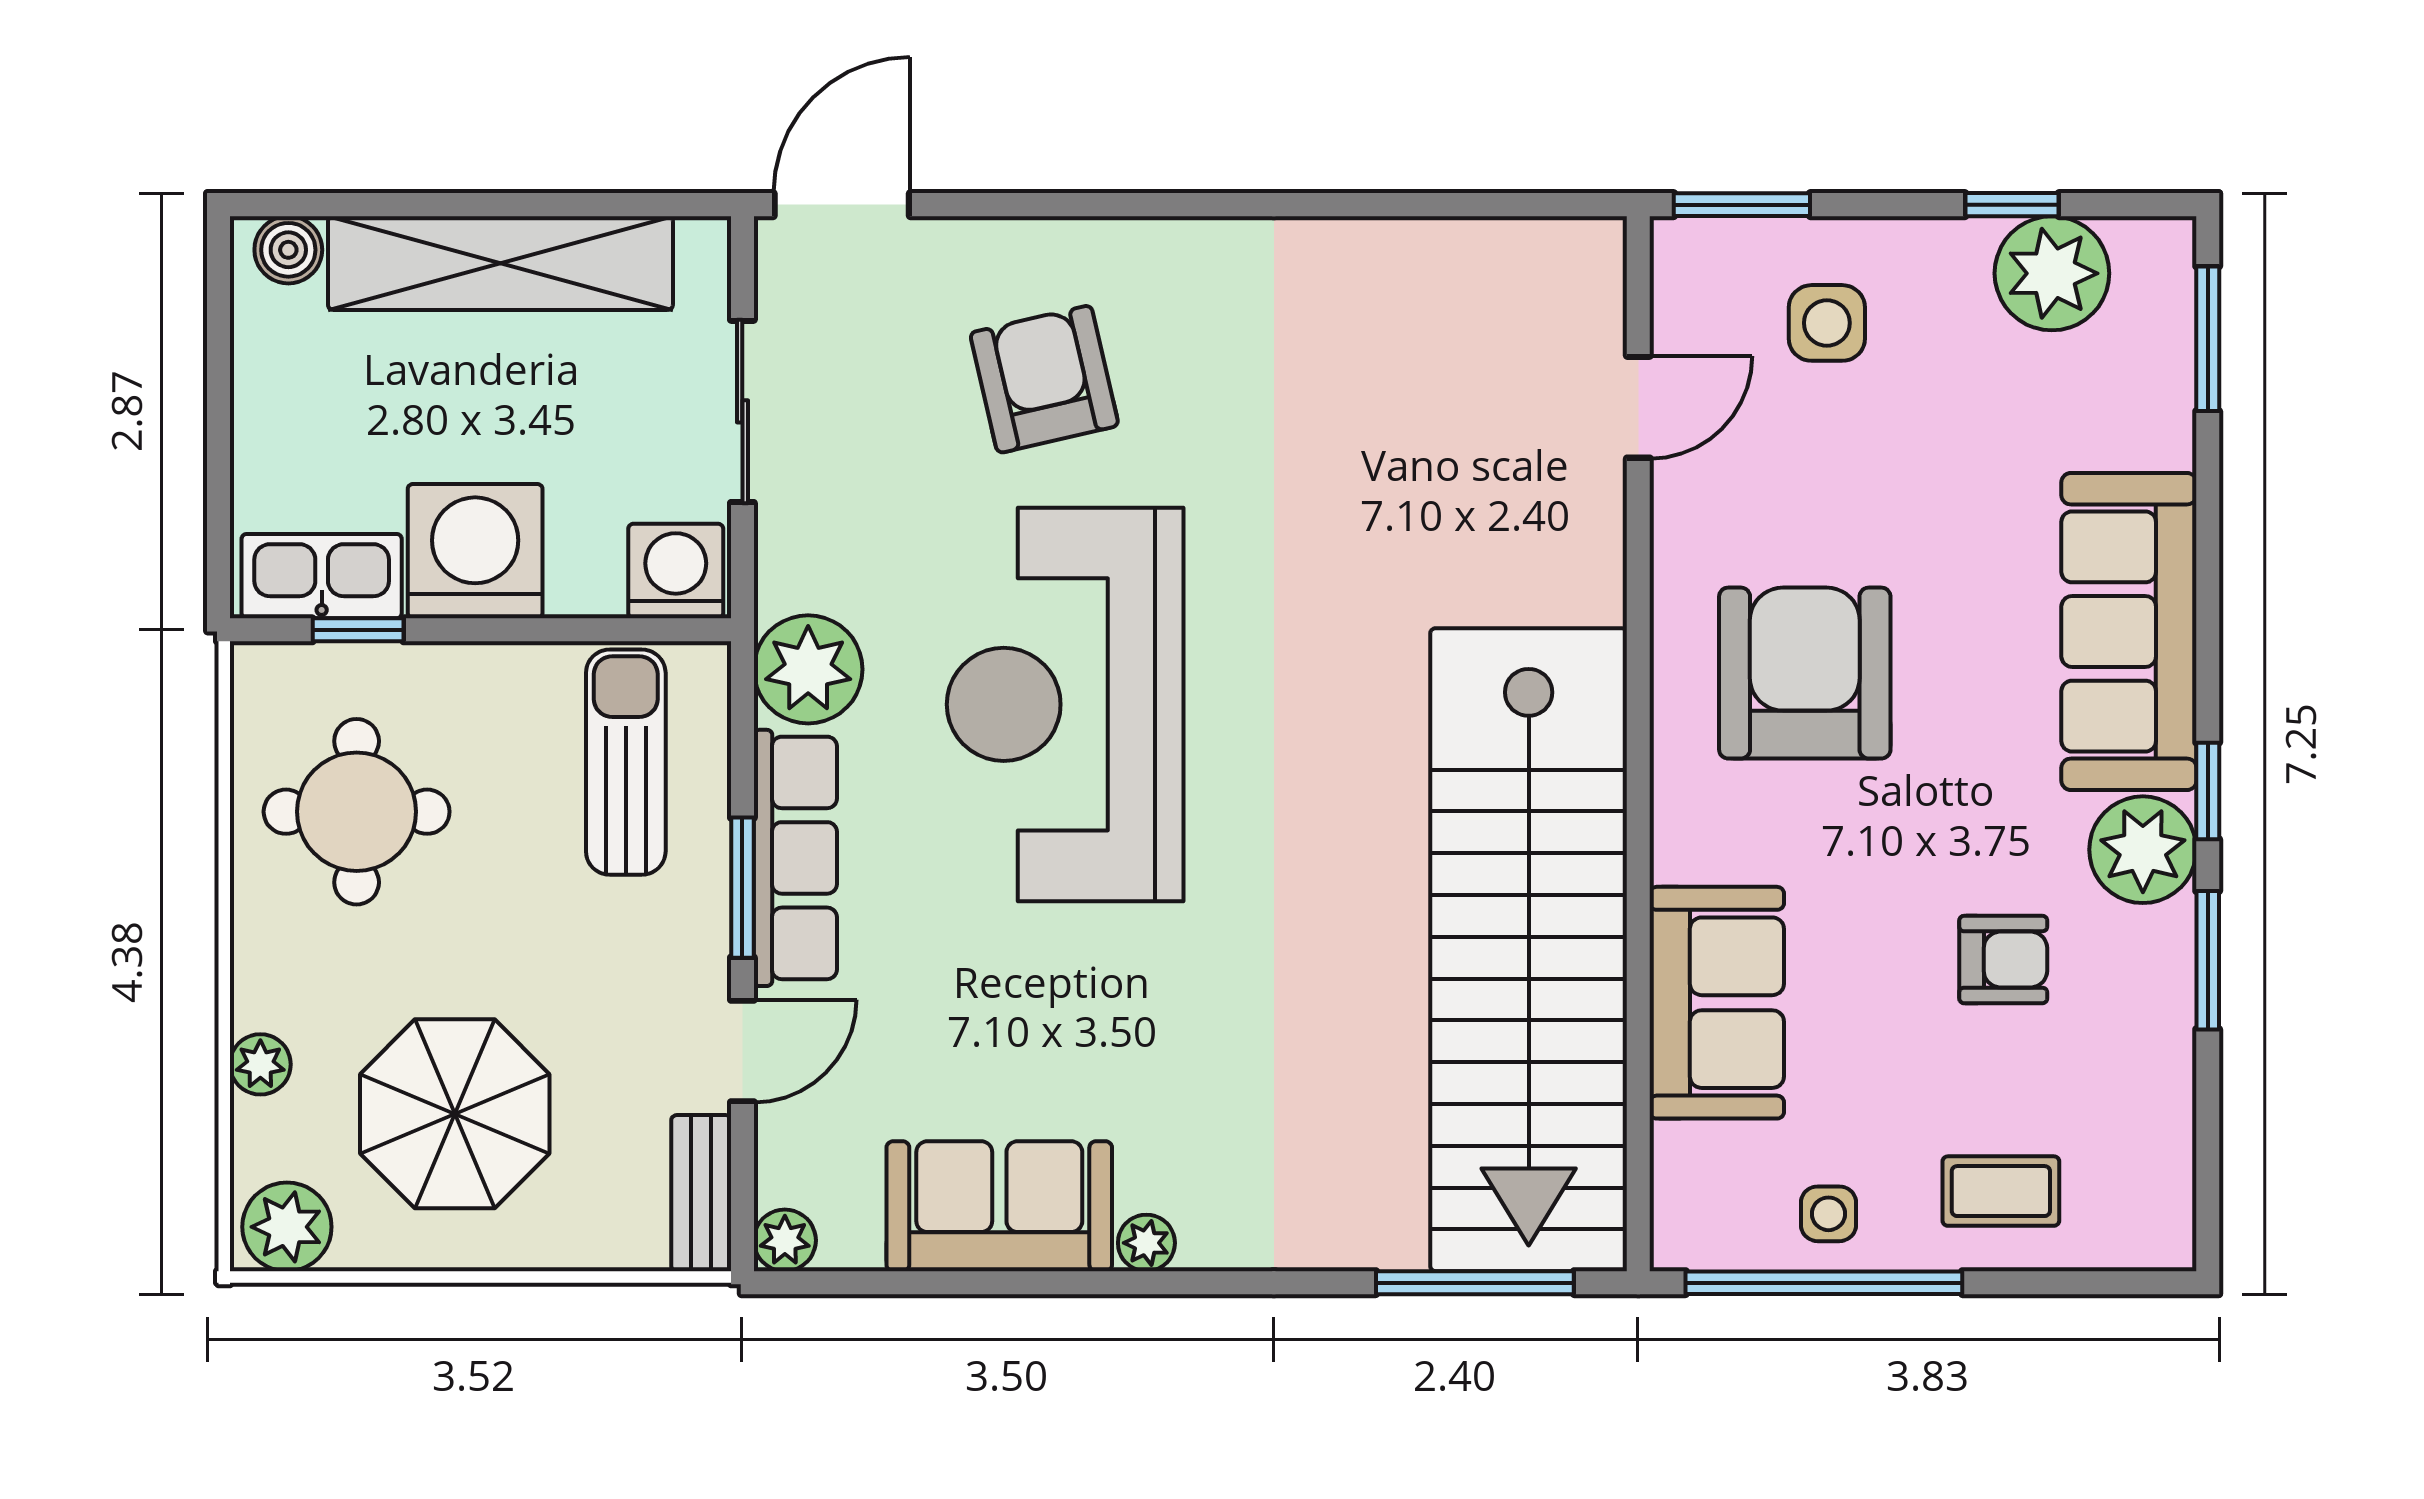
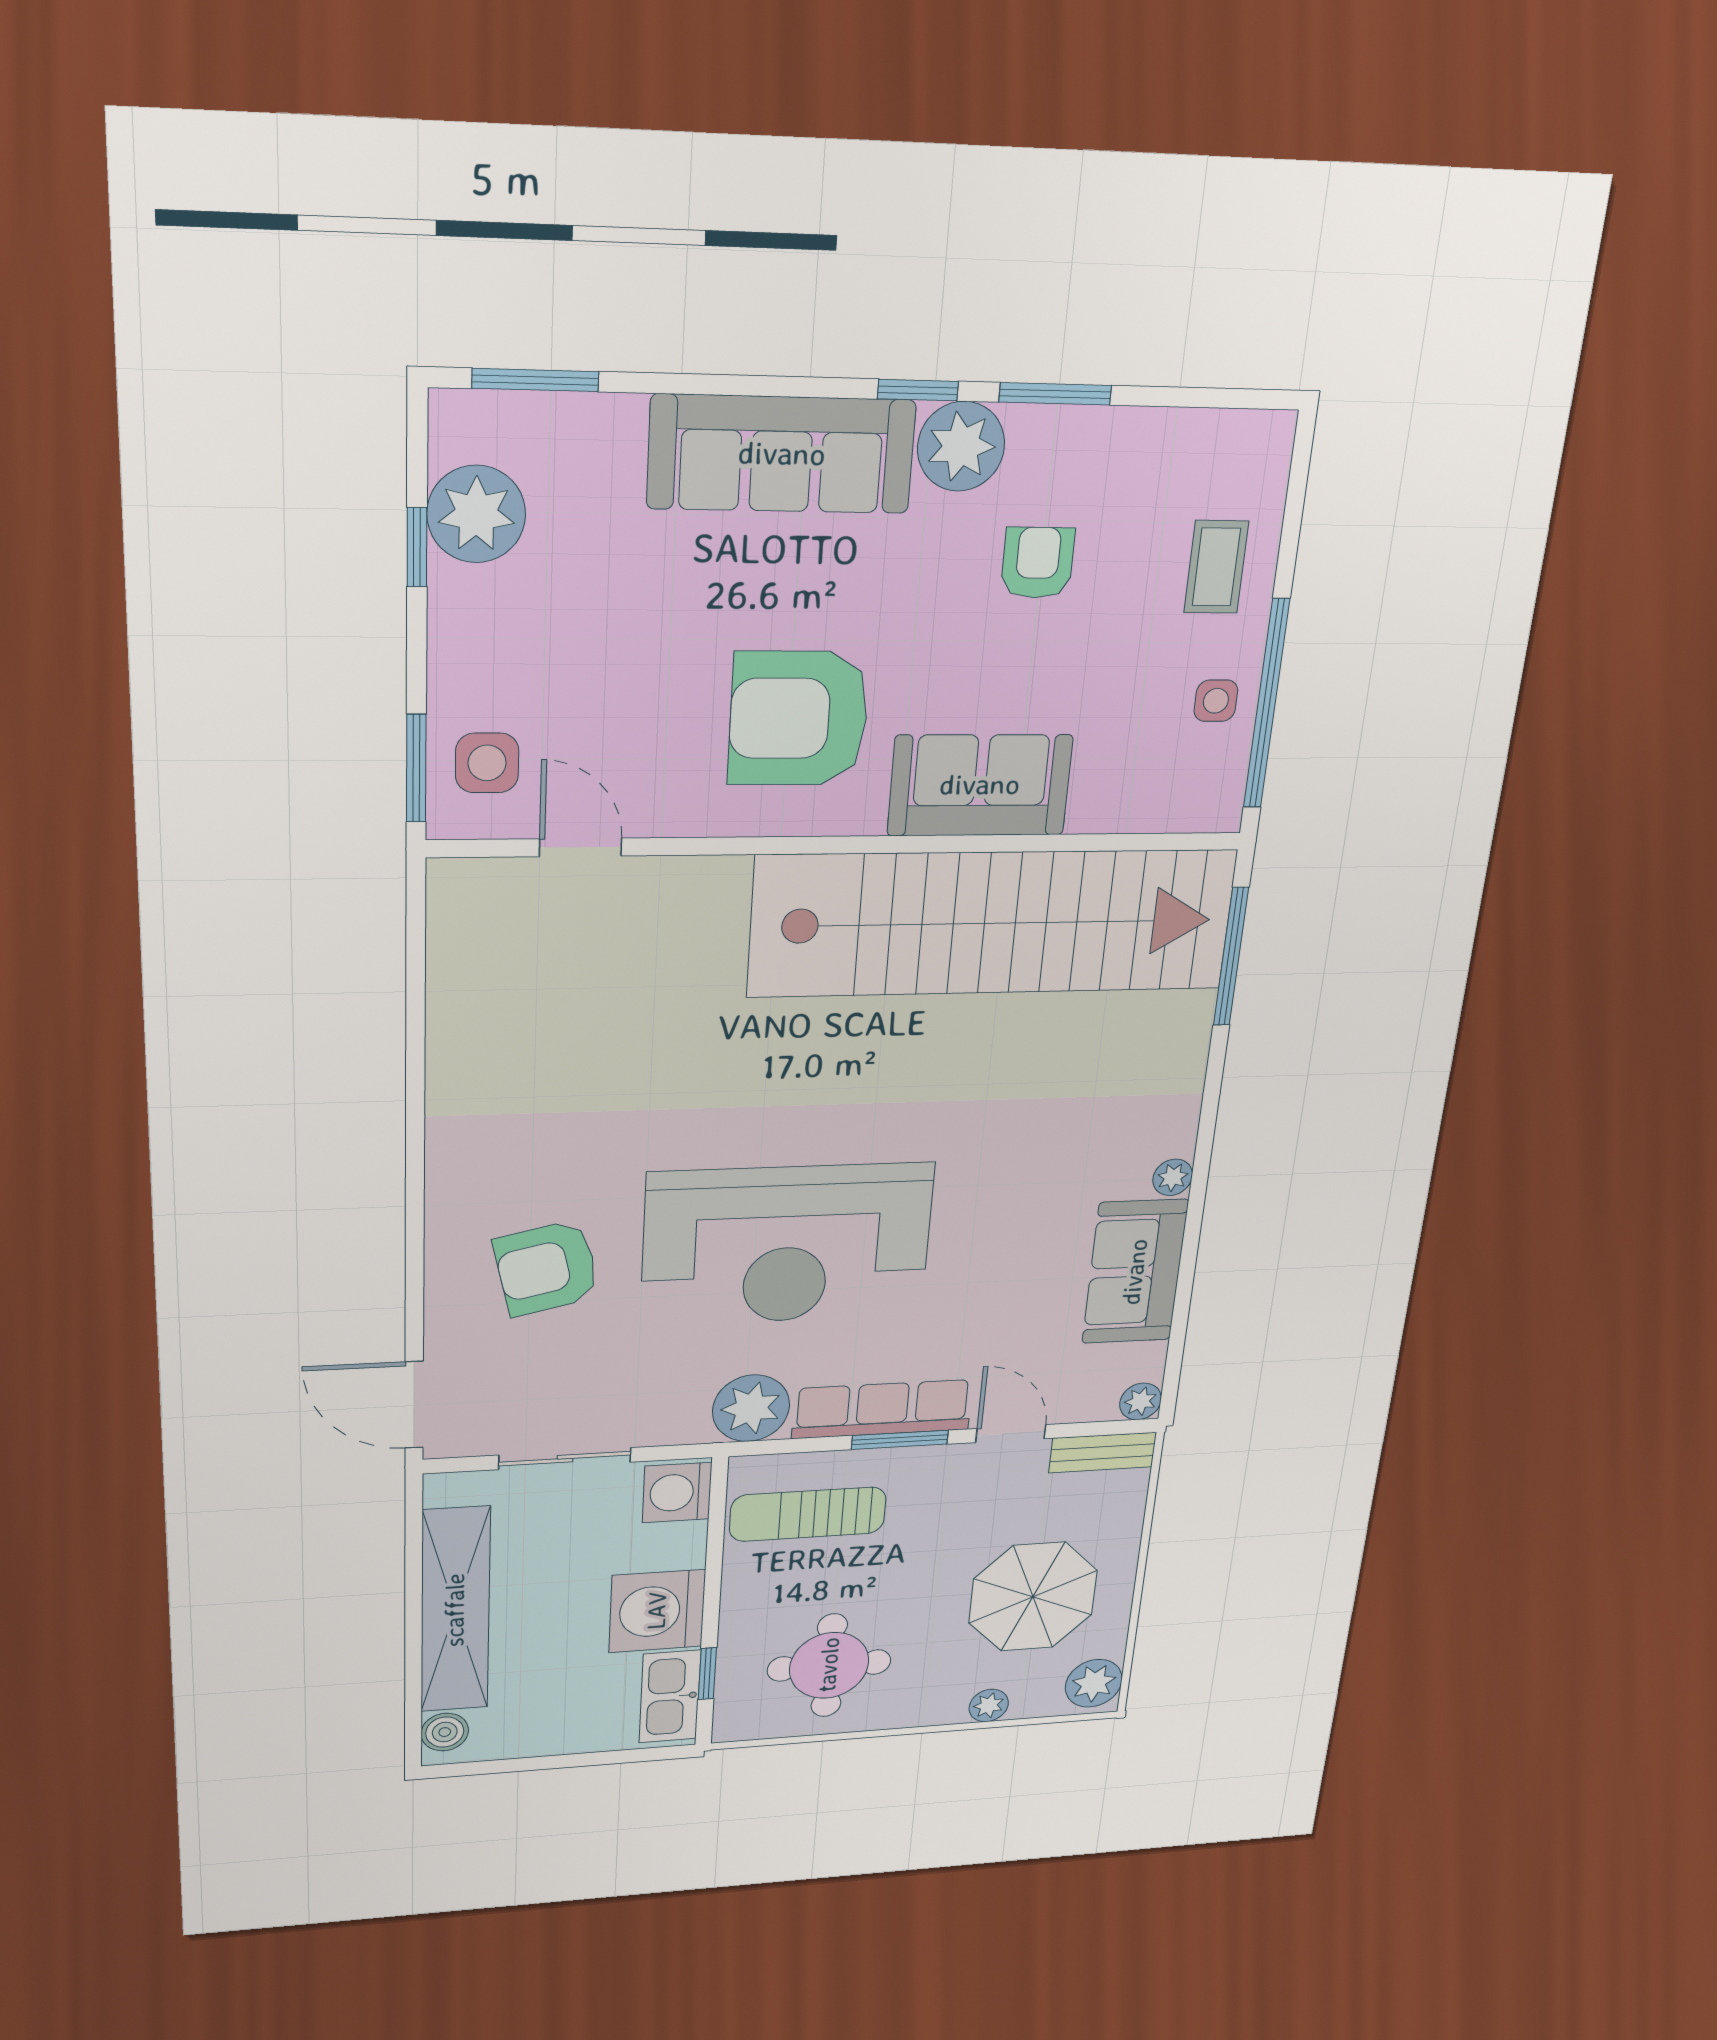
side table: (1827, 323) -> (487, 763), moved
sofa: (1717, 1003) -> (980, 785), moved

